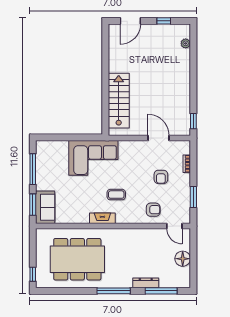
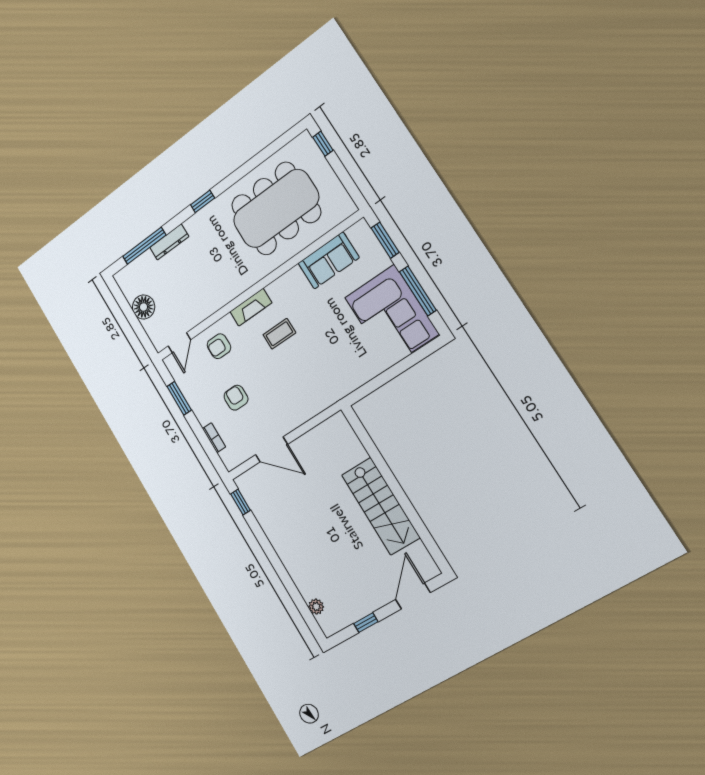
stairs: (119, 101) -> (381, 506), moved
corner sofa: (93, 158) -> (392, 316), moved, turned -90
sofa: (45, 207) -> (329, 260), moved, turned -90
fireplace: (102, 218) -> (251, 307), moved
door: (174, 226) -> (179, 343), swing flipped
window: (114, 291) -> (203, 201), width x0.46

